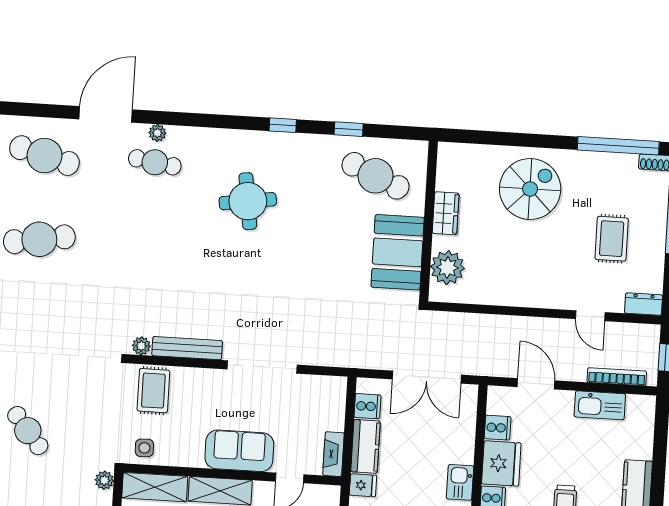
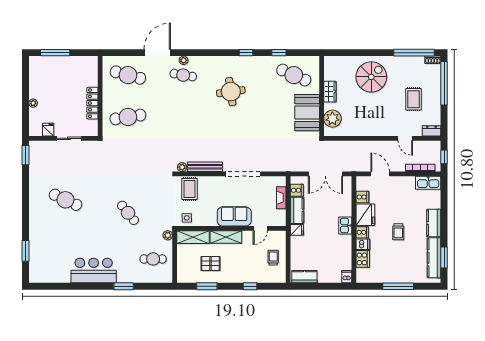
kitchen sink: (600, 405) -> (428, 183), moved
fireplace: (333, 454) -> (281, 198), moved

